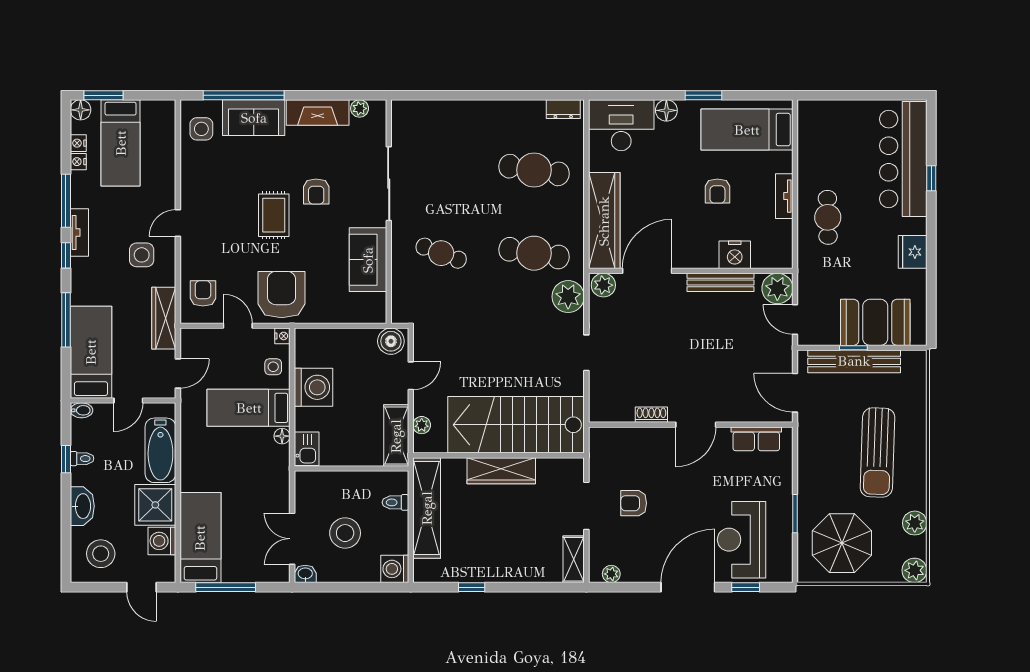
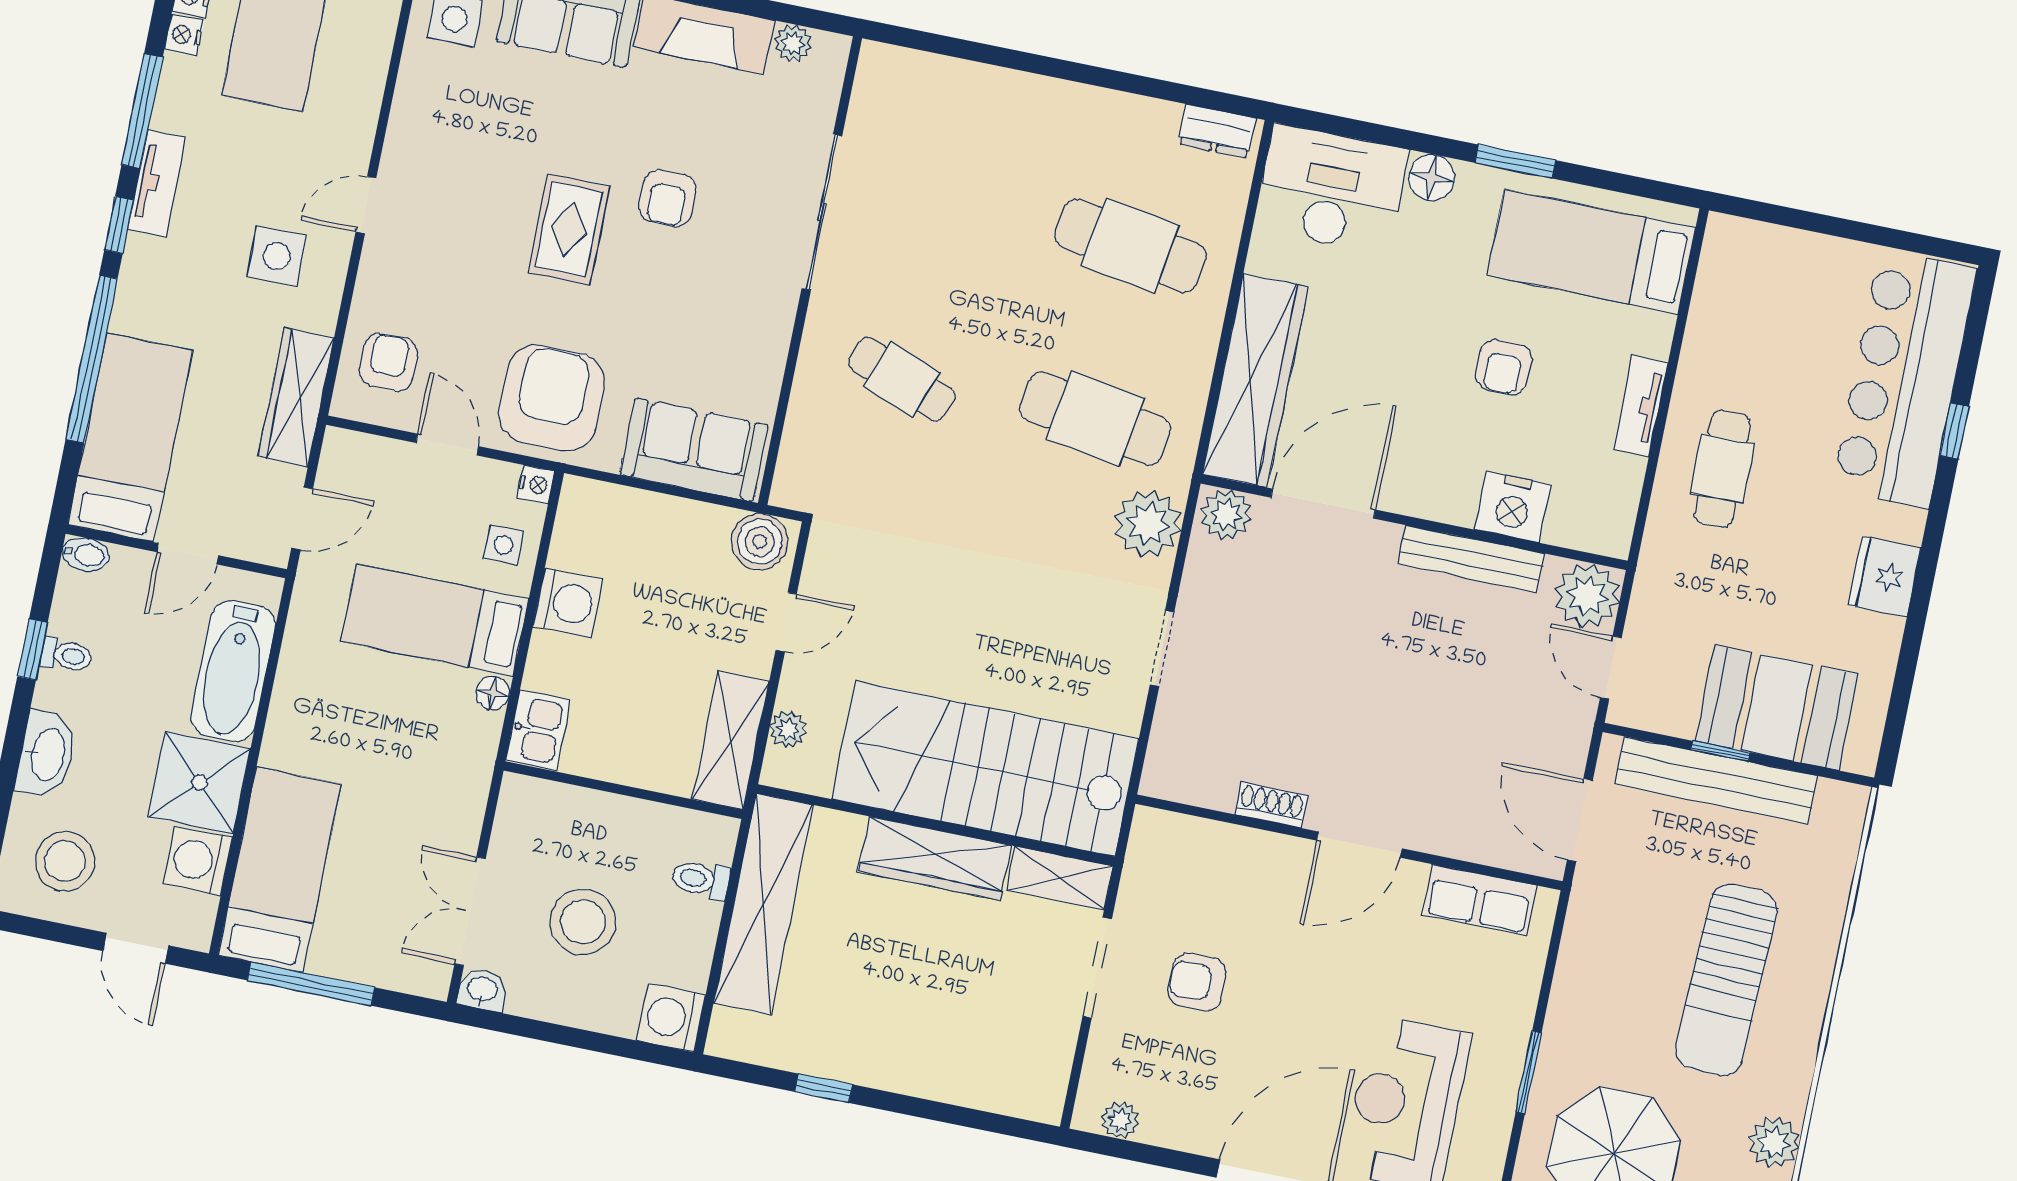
sofa: (368, 260) -> (694, 450), moved, turned 90
window: (66, 320) -> (92, 359), width x1.46
washing machine: (313, 387) -> (568, 603), width x0.73, depth x0.73
shelving: (574, 559) -> (1060, 878), moved, turned 90

